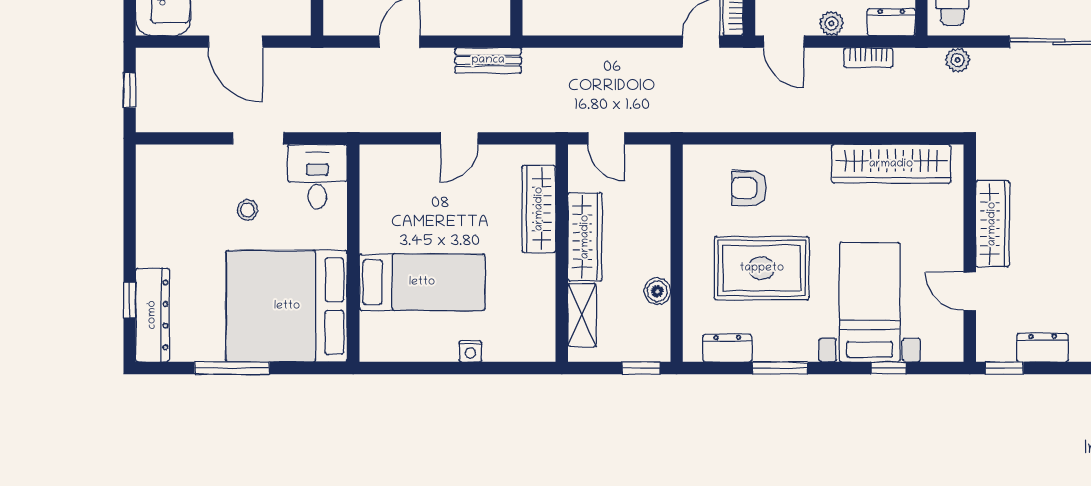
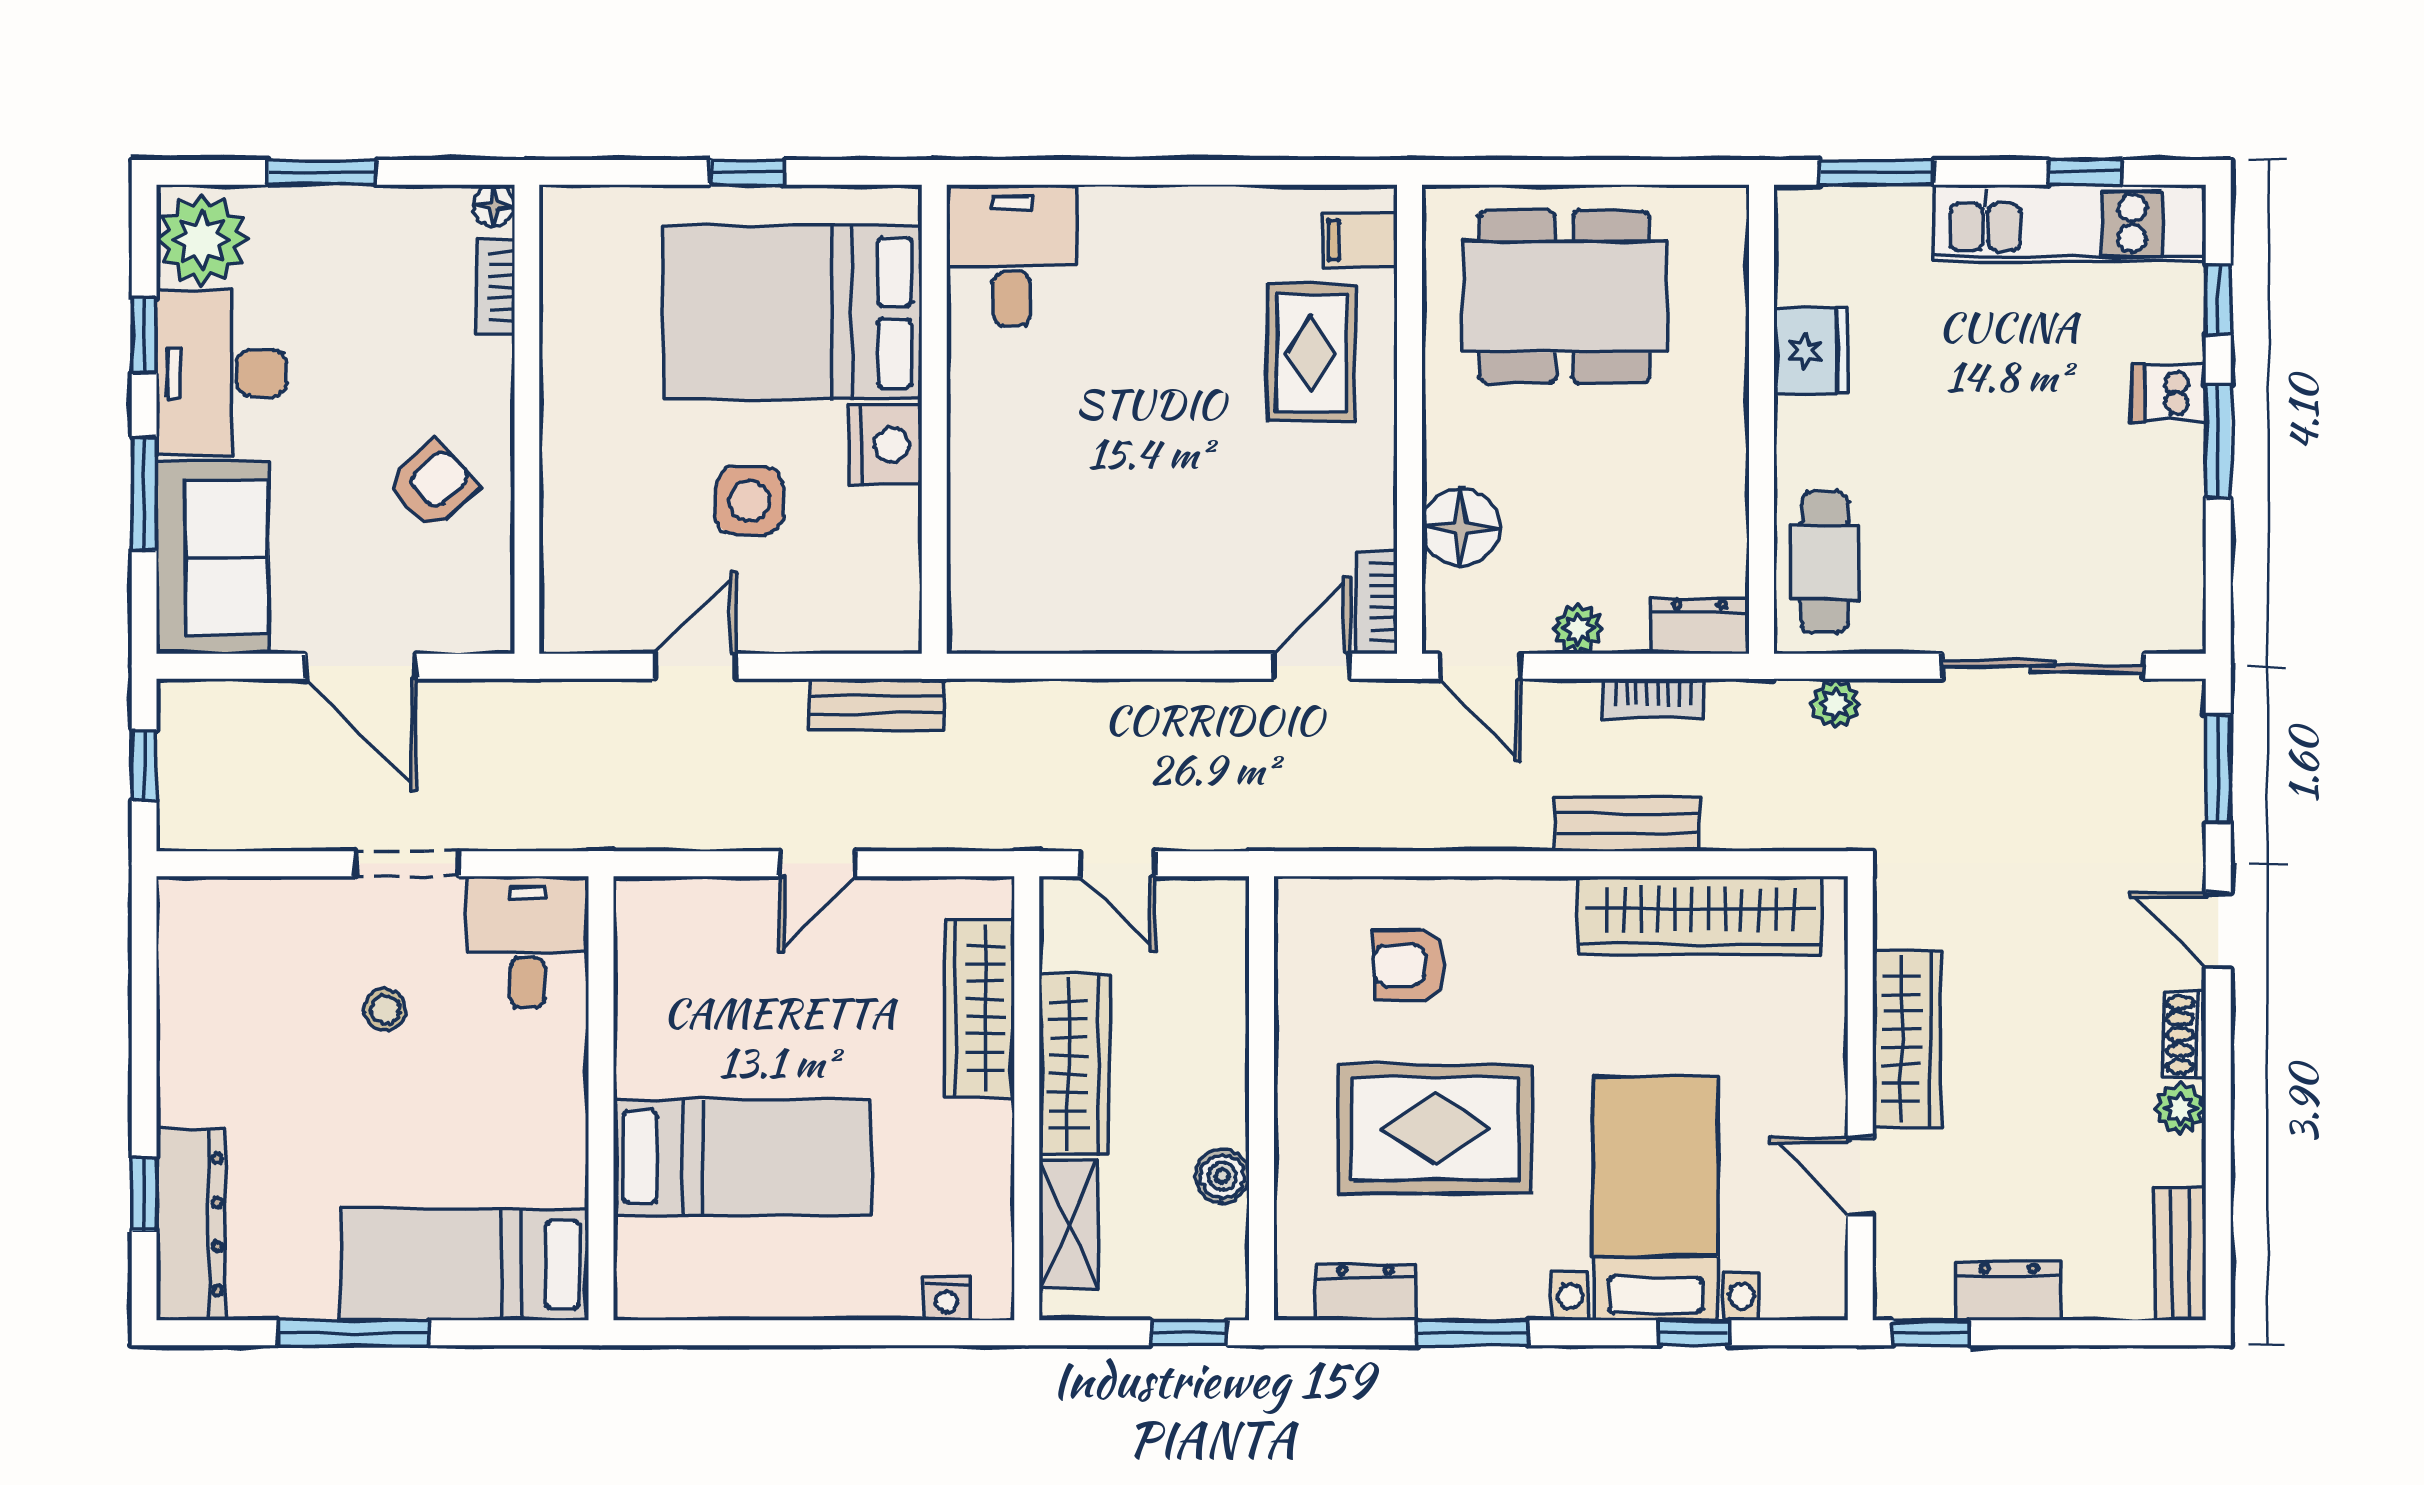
bench: (856, 119) -> (1627, 824), added
bed: (287, 306) -> (465, 1265), width x0.49
nightstand: (470, 351) -> (946, 1299), moved

